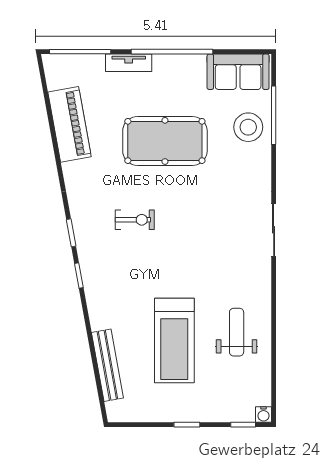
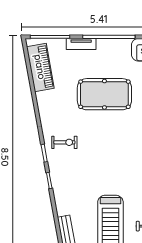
piano: (70, 124) -> (40, 67), moved
exercise bike: (135, 220) -> (64, 142), moved

